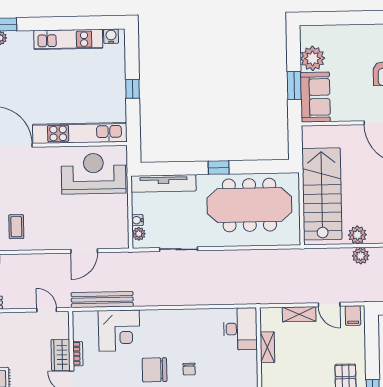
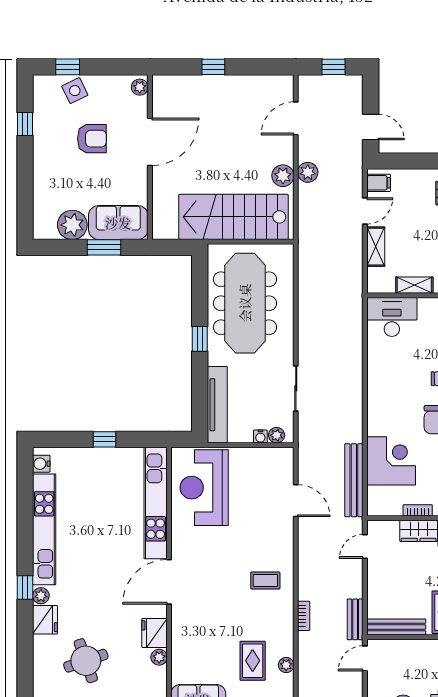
kitchen unit: (68, 39) -> (44, 529), width x1.36

